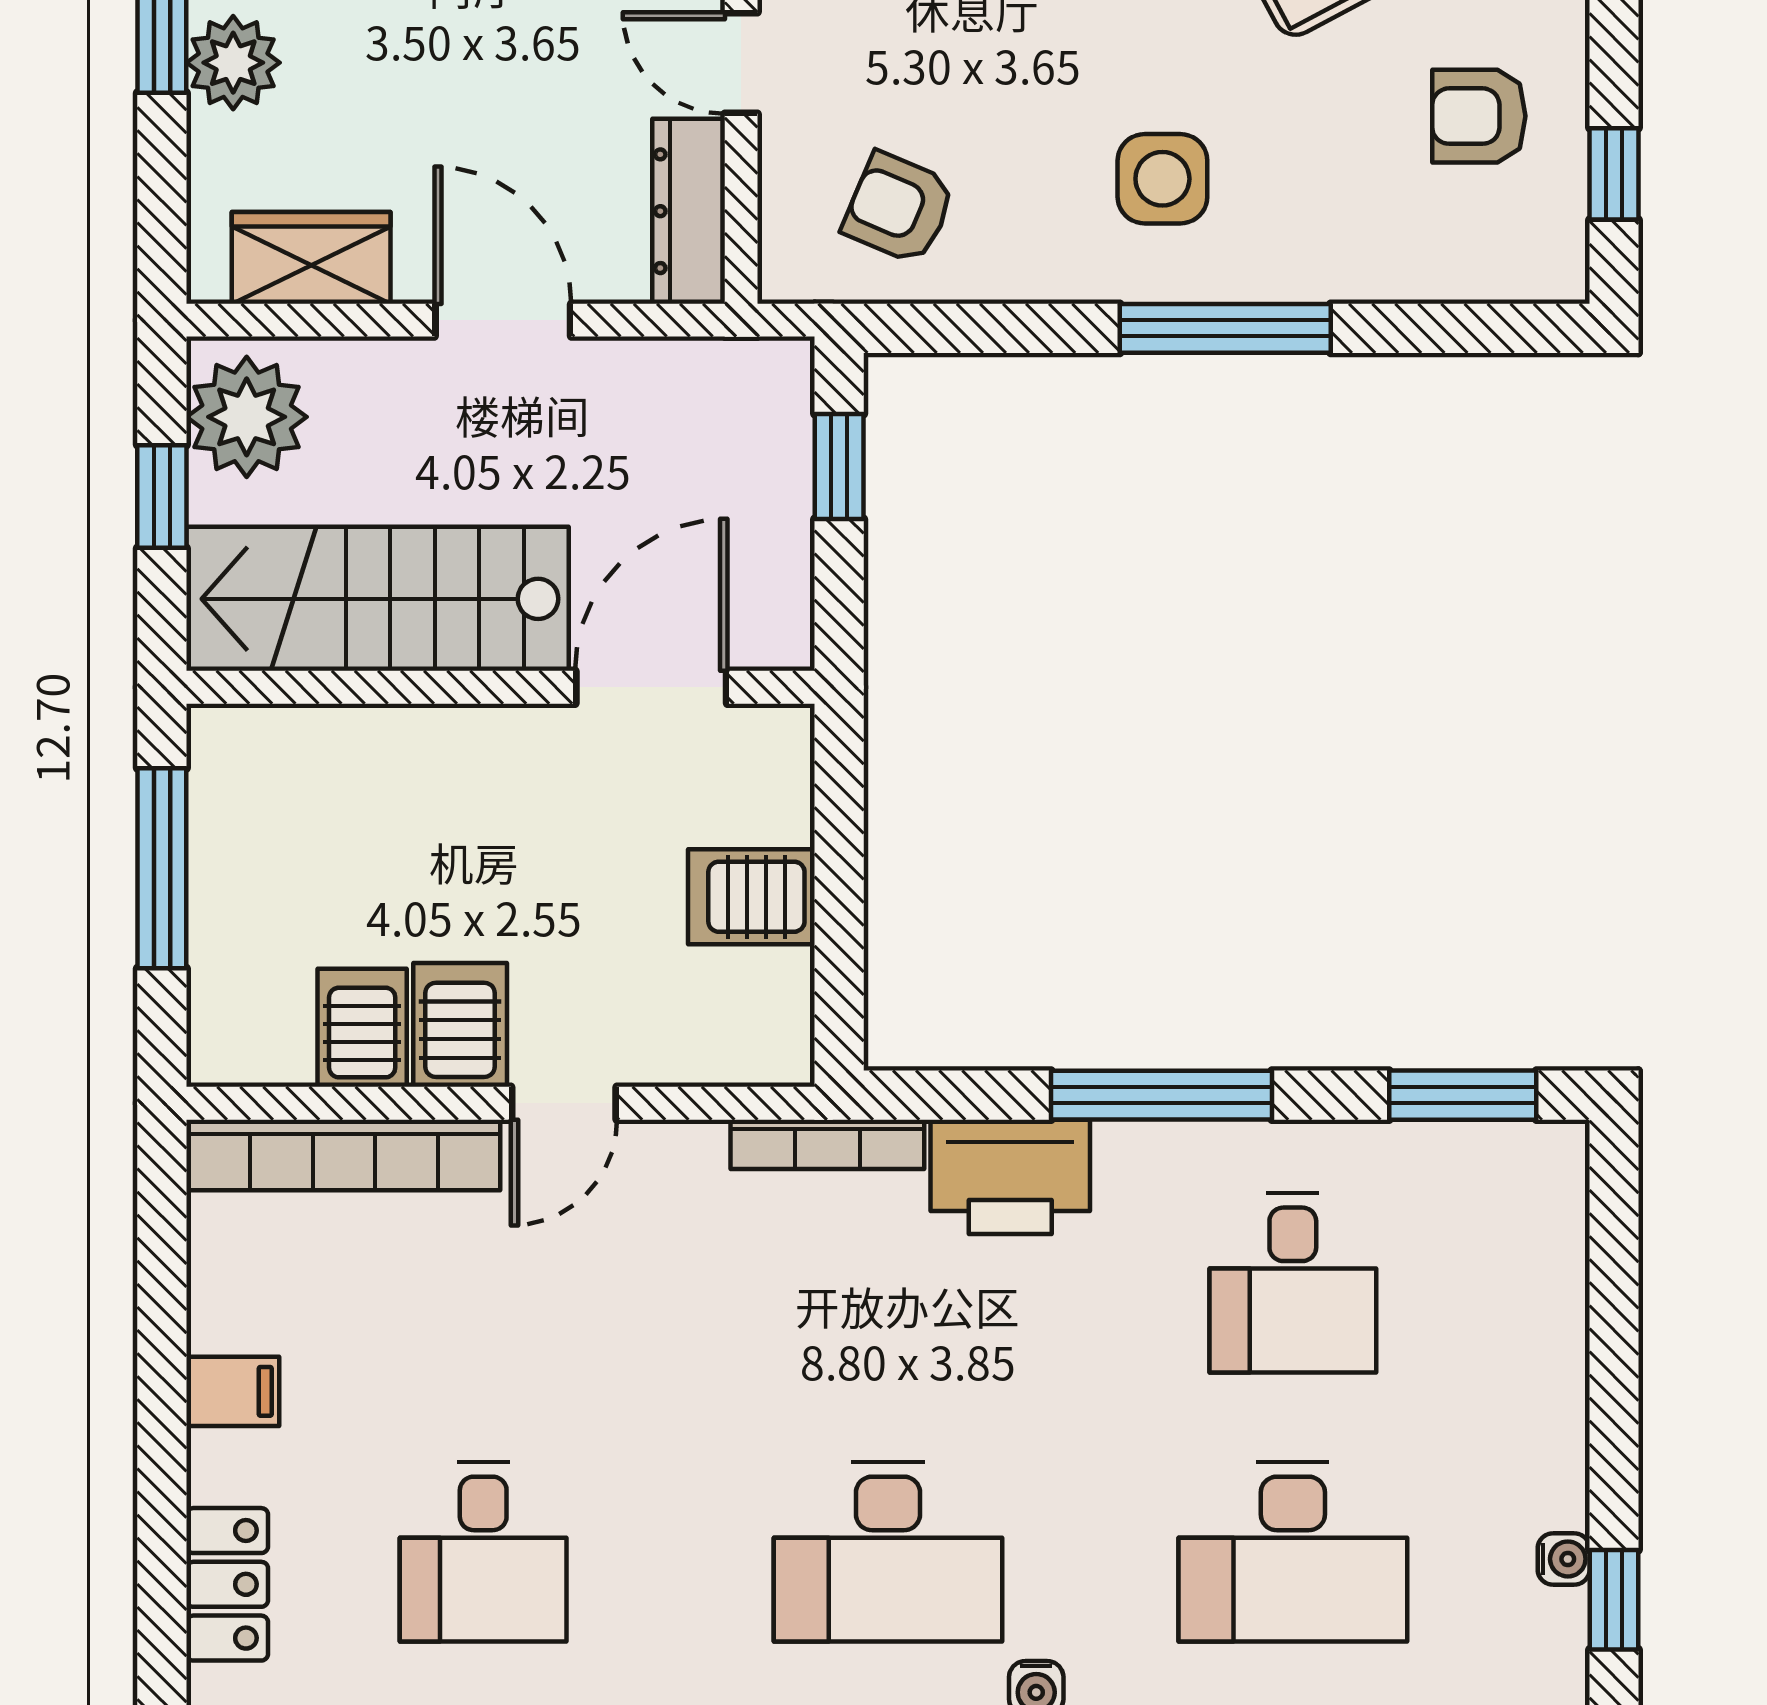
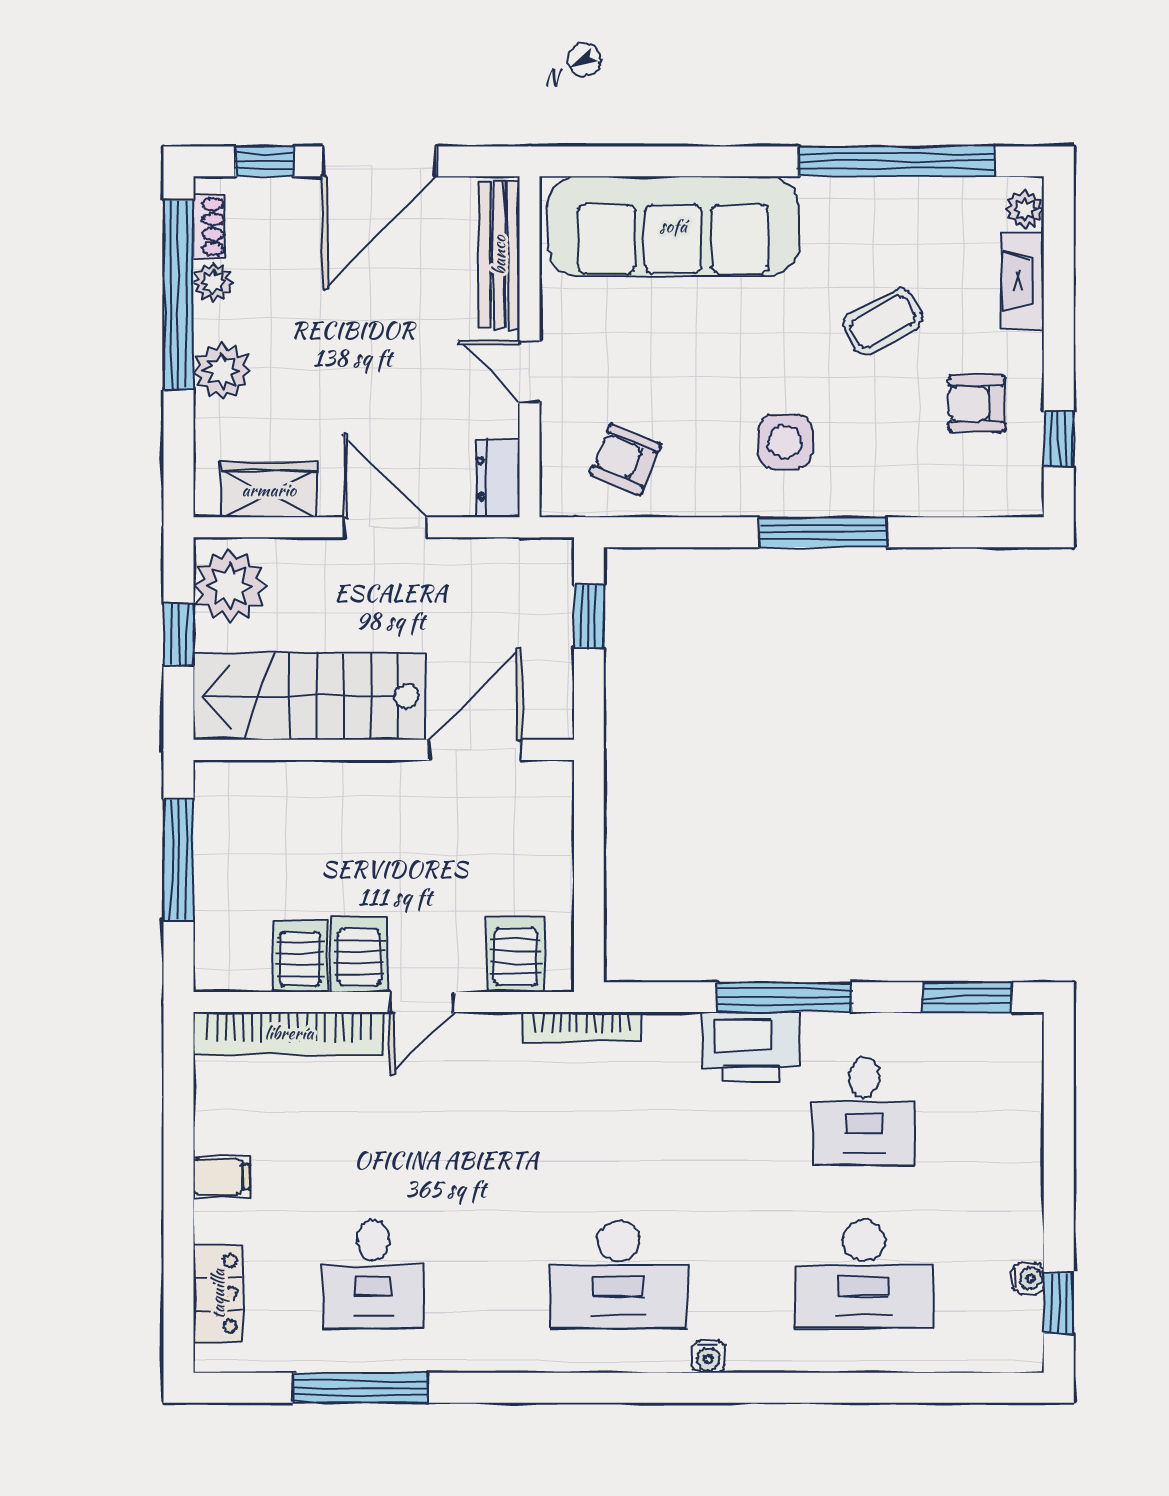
dresser: (689, 211) -> (498, 478), width x0.70
server rack: (751, 897) -> (516, 954), moved, turned 90
printer: (1010, 1177) -> (751, 1047), moved

